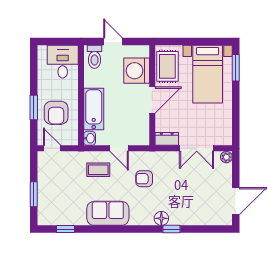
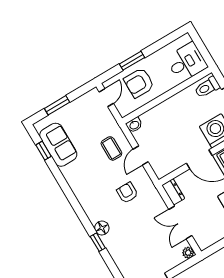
bathtub: (94, 109) -> (162, 113), removed
sofa: (108, 213) -> (58, 145), moved

